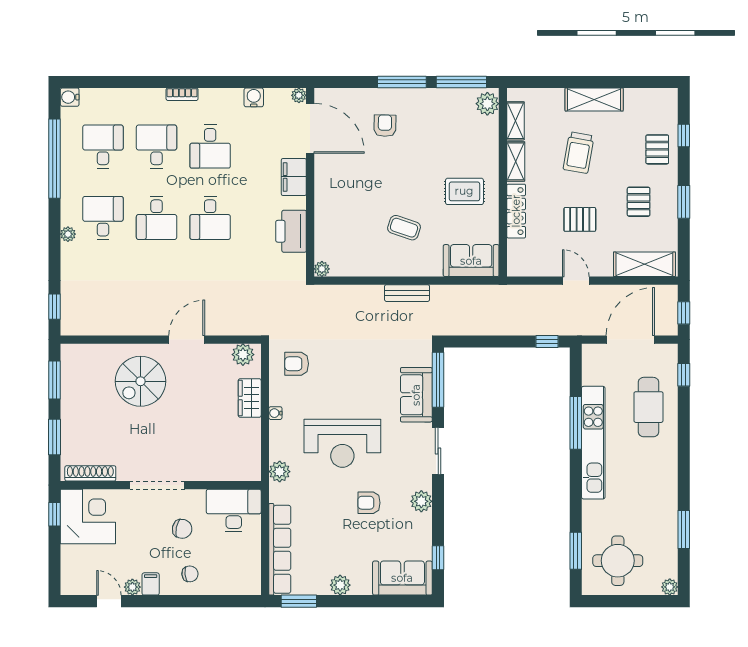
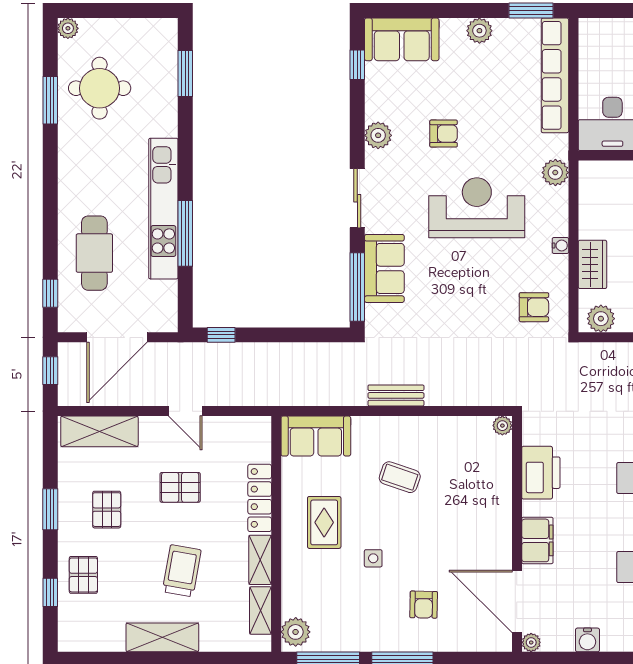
side table: (425, 163) -> (373, 558), added
rug: (464, 191) -> (324, 522), turned 90
round table: (618, 561) -> (100, 88), moved

